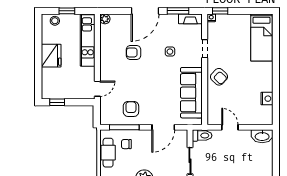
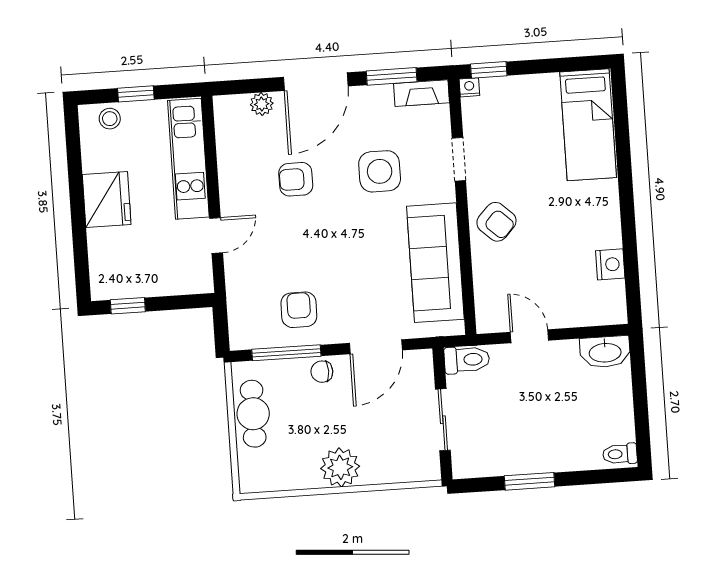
plant: (105, 19) -> (262, 104), moved
side table: (170, 52) -> (380, 171), width x1.87, depth x1.87
door: (97, 89) -> (216, 235), moved
chair: (126, 144) -> (322, 372), moved

